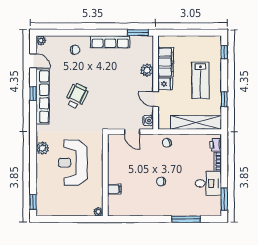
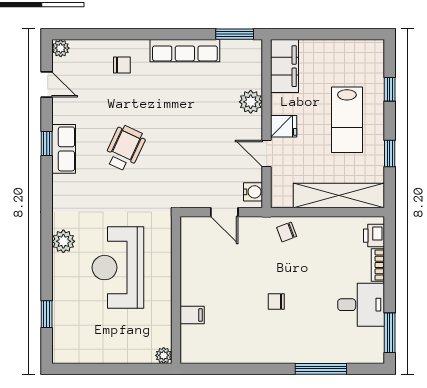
window: (224, 52) -> (390, 89), moved
filing cabinet: (166, 62) -> (285, 66), moved
row of seats: (43, 97) -> (64, 149), width x0.50
window: (33, 202) -> (47, 314), moved

